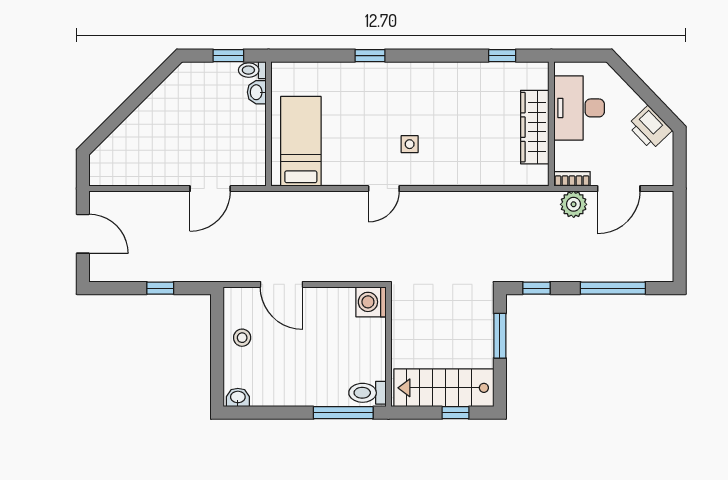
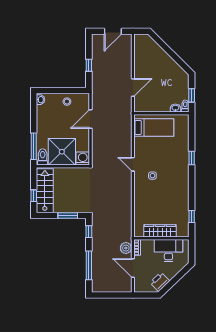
door: (210, 189) -> (133, 87), swing flipped
shower: (356, 349) -> (62, 152), added

